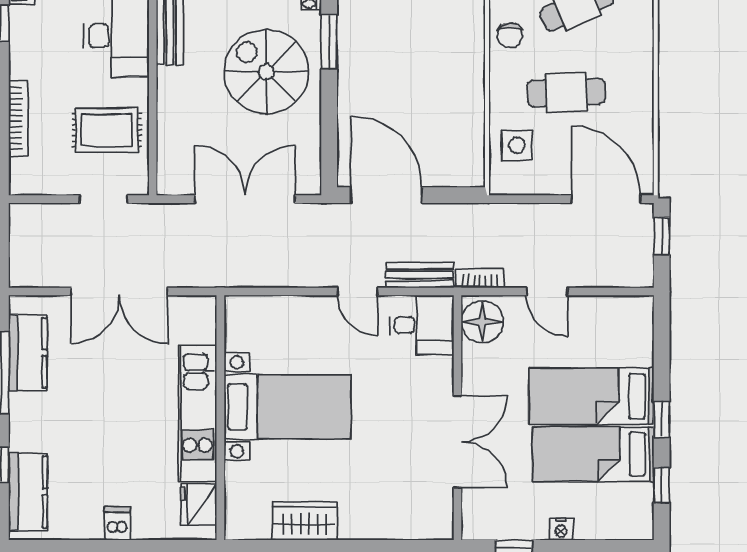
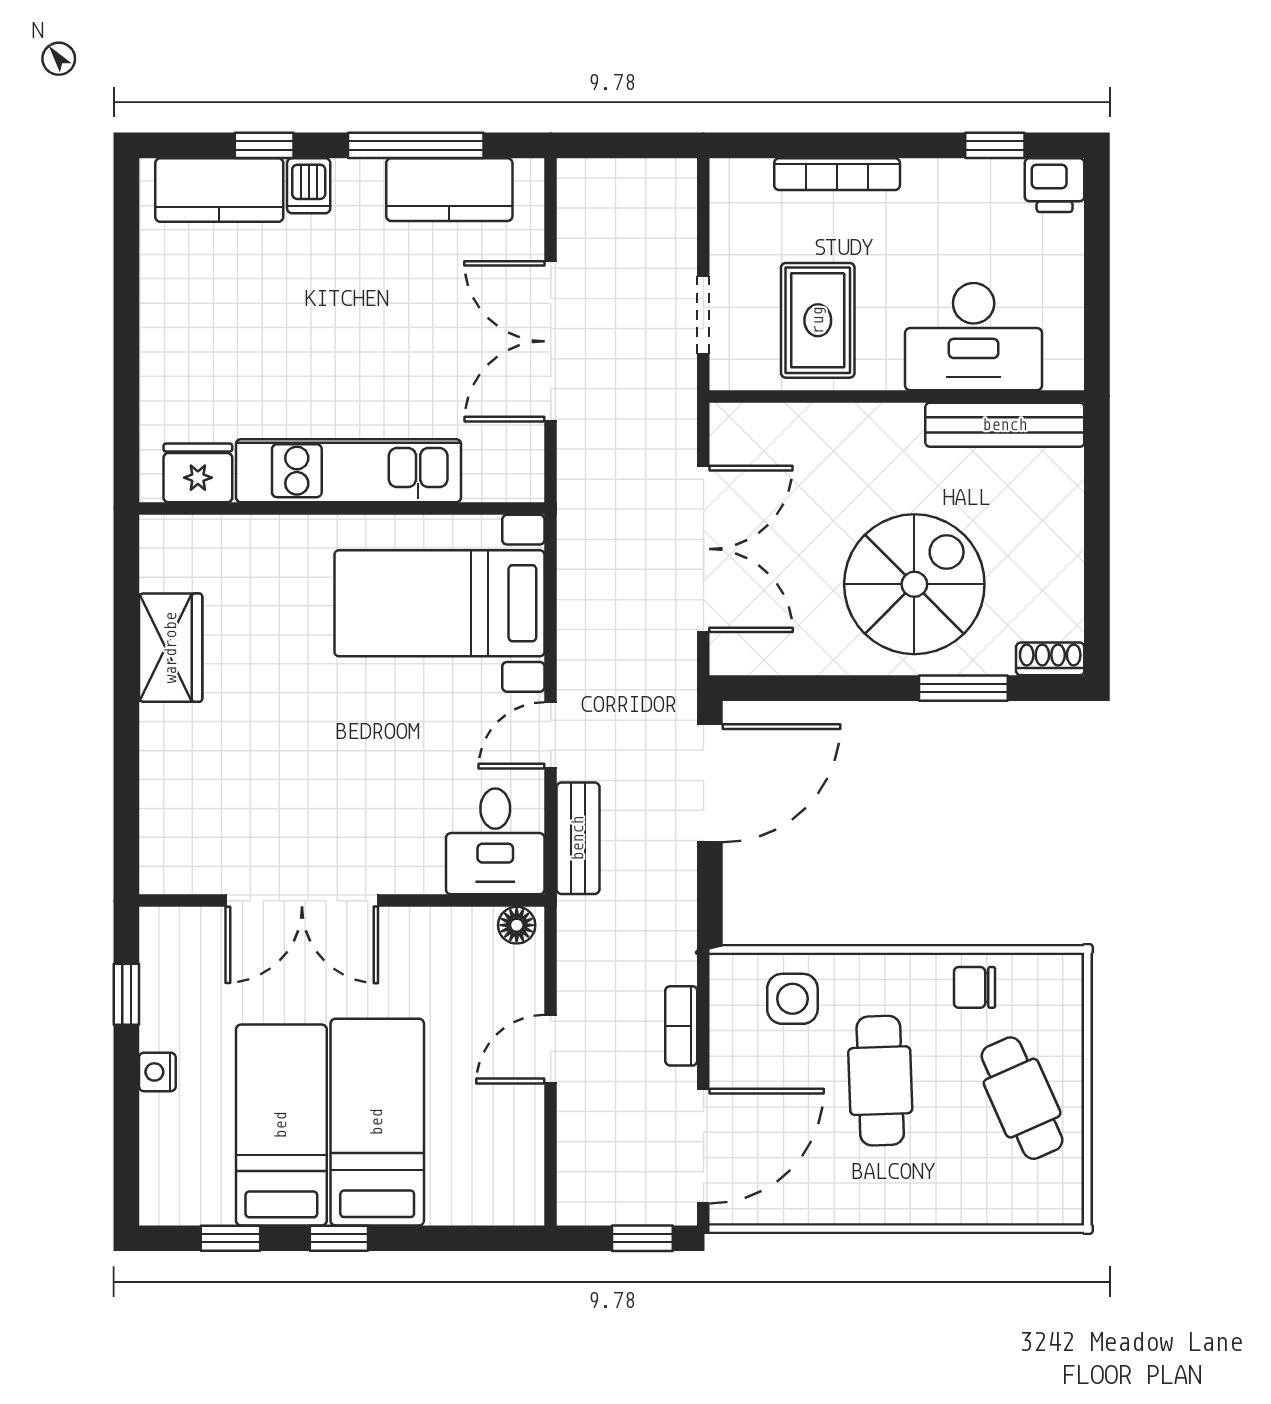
bookcase: (480, 278) -> (681, 1026), moved, turned 180
floor lamp: (482, 322) -> (517, 925), width x0.53, depth x0.53
bed with nightstands: (288, 407) -> (439, 603), moved, turned 90
dishwasher: (117, 524) -> (309, 186), moved, turned 90

